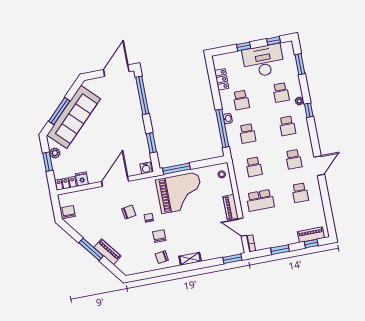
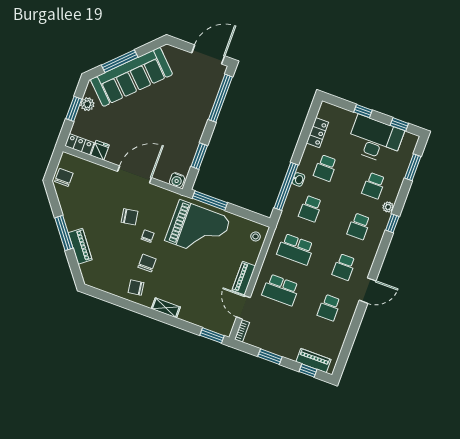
school desk: (254, 167) -> (296, 249), width x1.85

